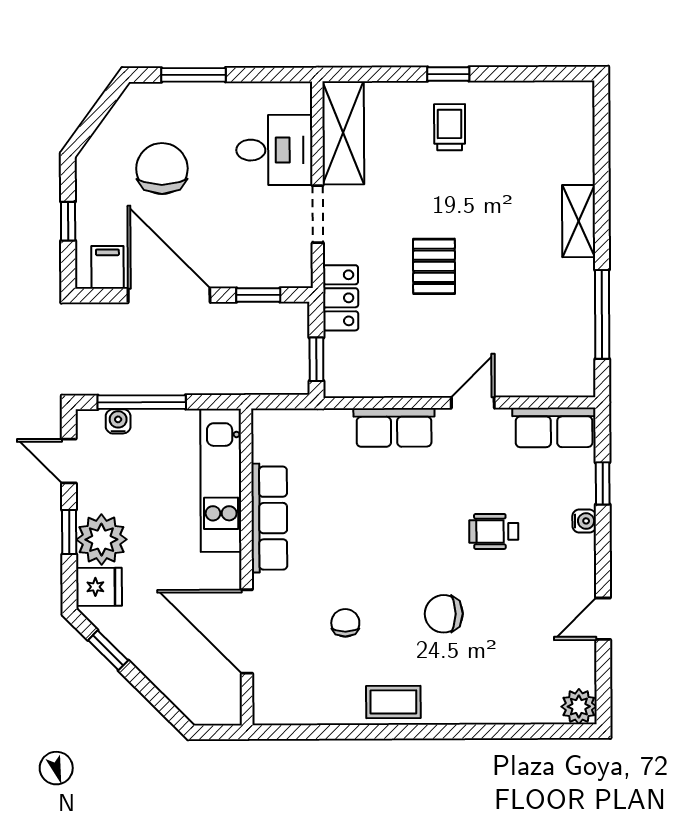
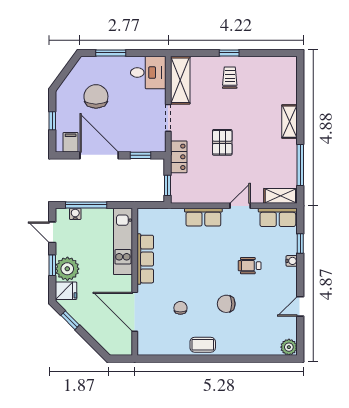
desk: (274, 150) -> (148, 73), moved
shelving: (560, 381) -> (280, 196), added

